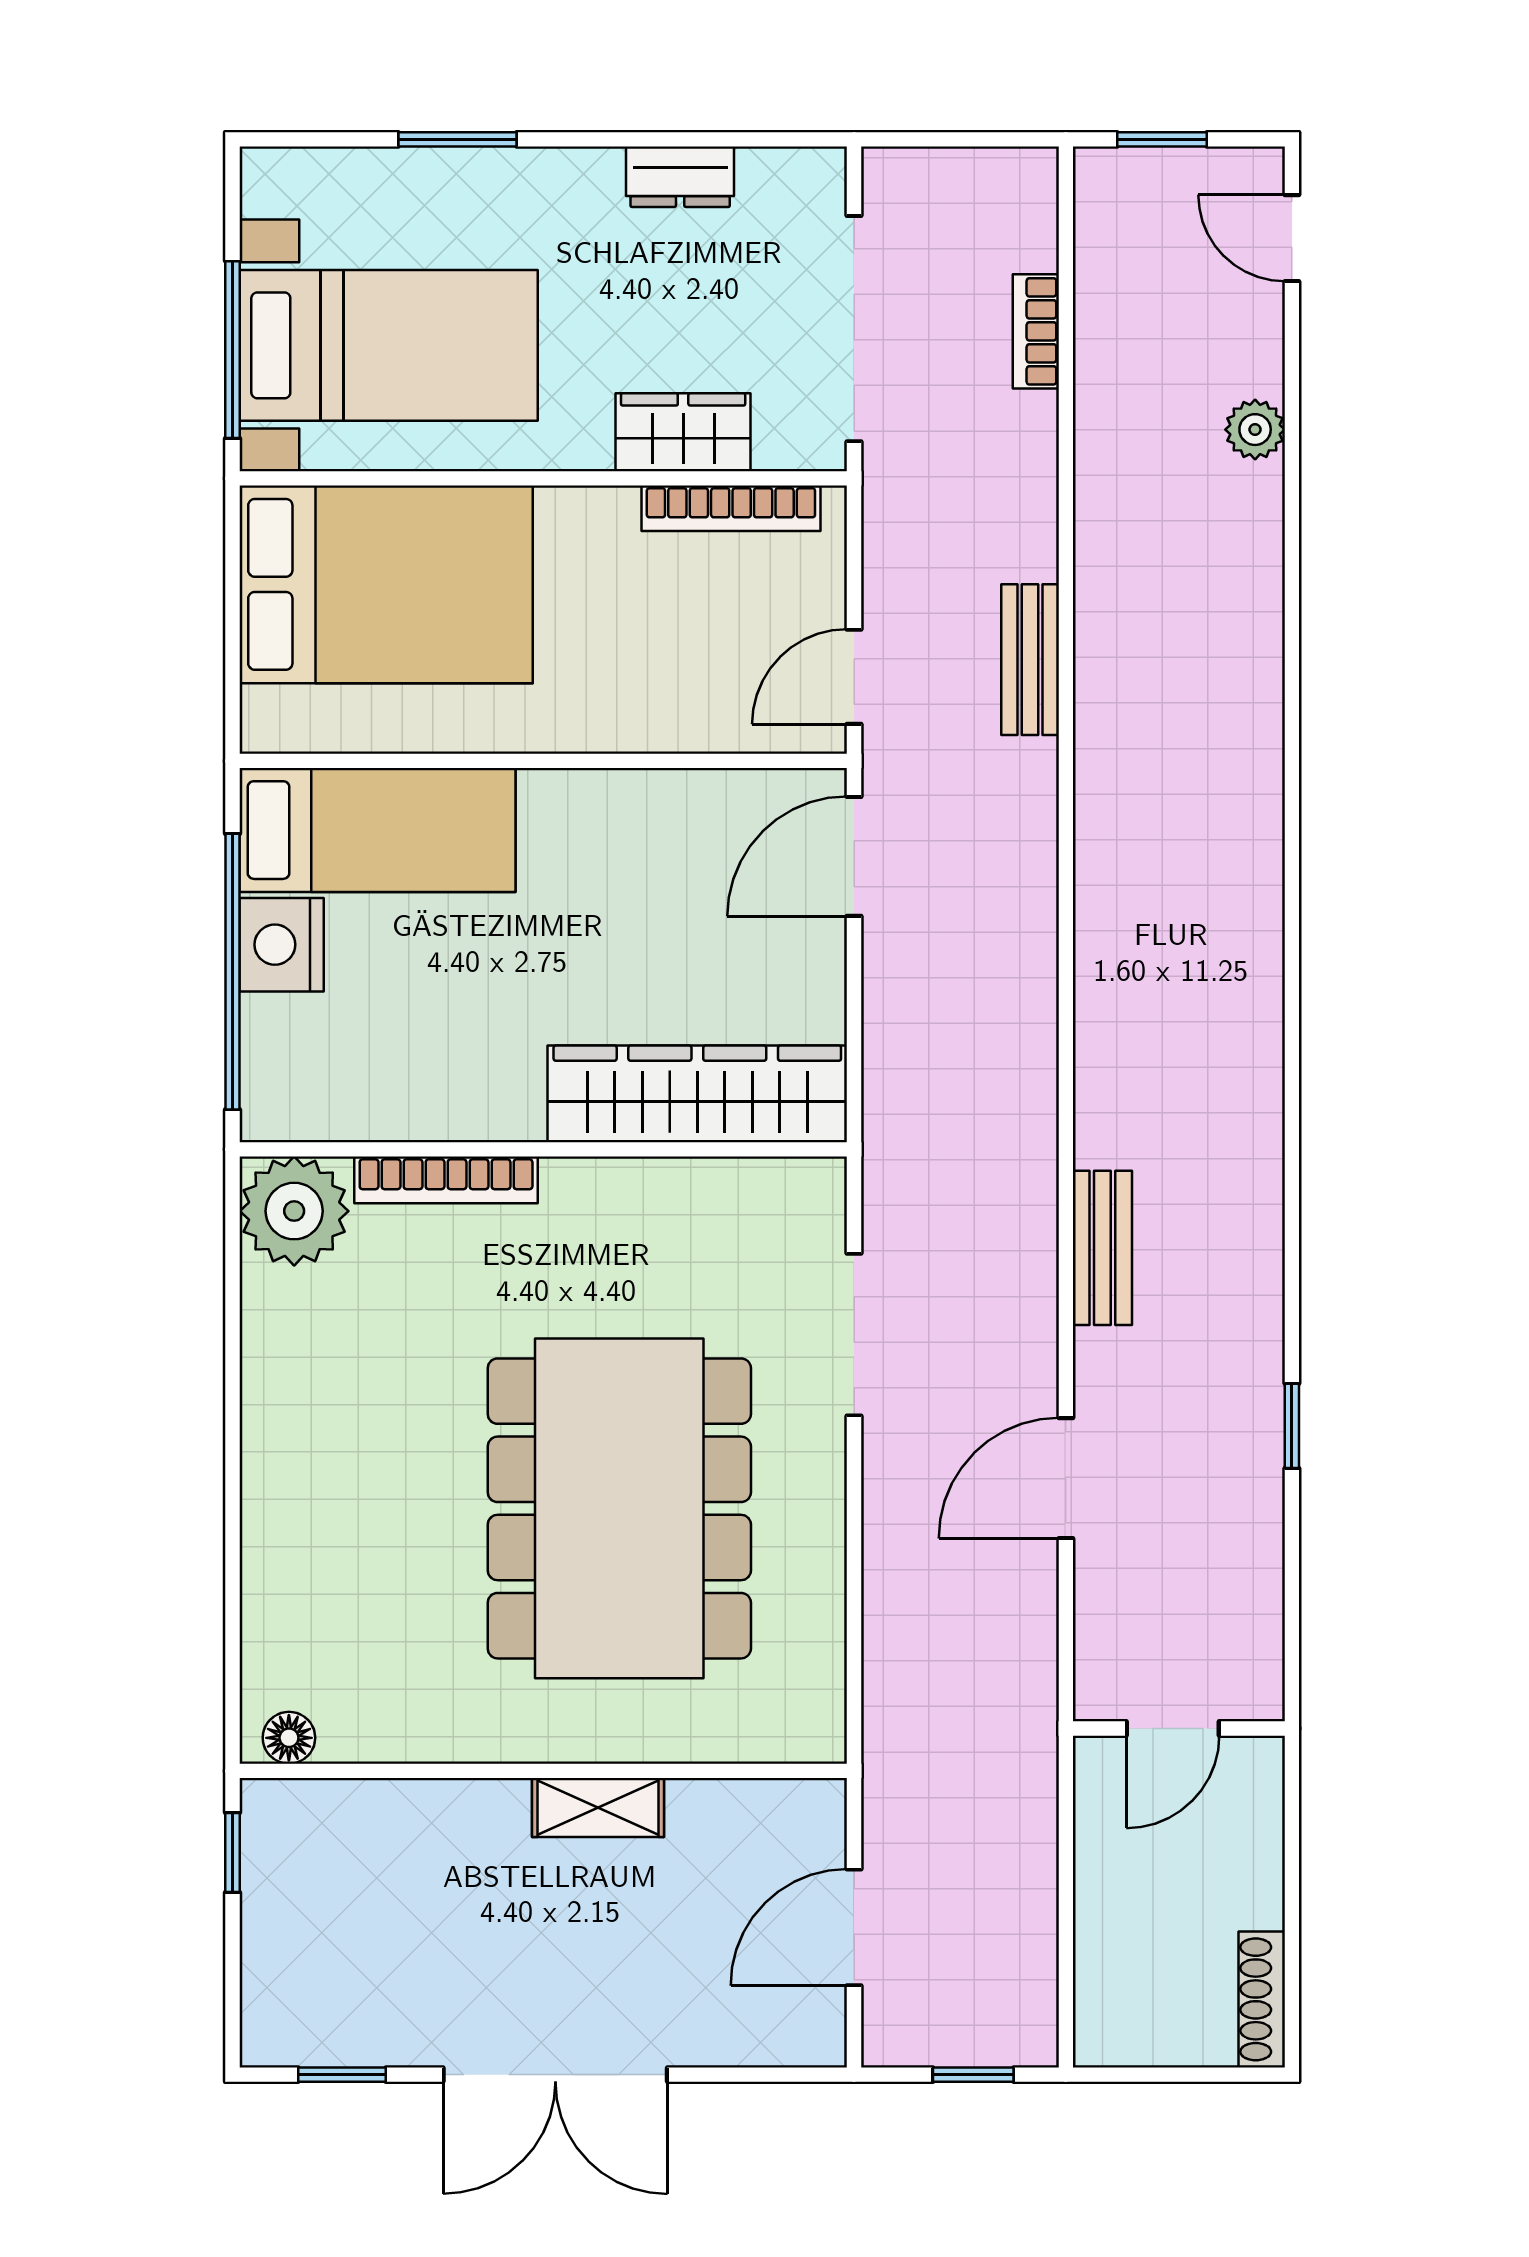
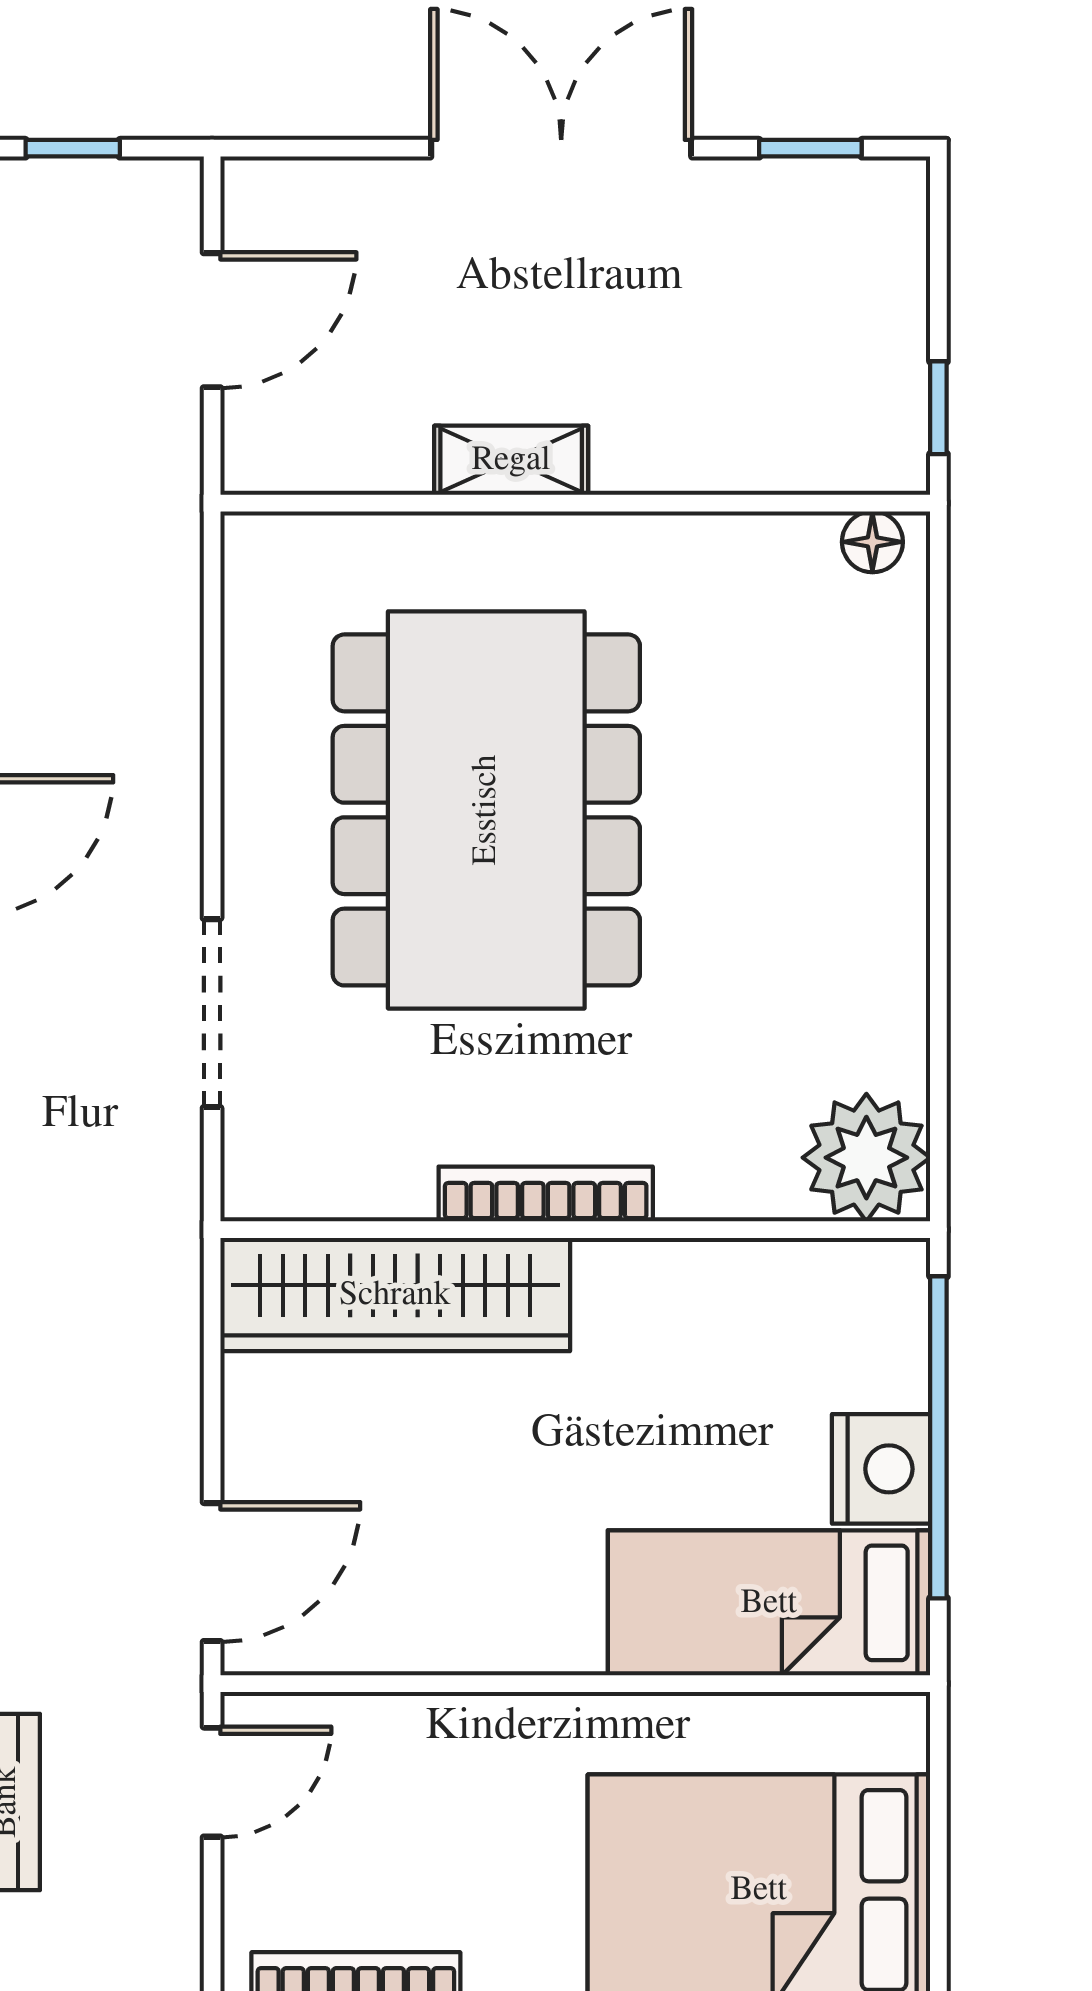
bookcase: (446, 1180) -> (546, 1194), moved

